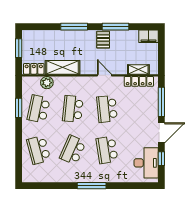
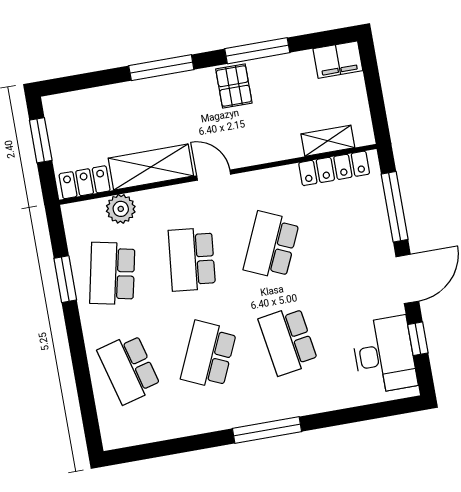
door: (105, 75) -> (214, 175), moved
school desk: (107, 109) -> (271, 245), turned 30

